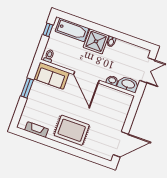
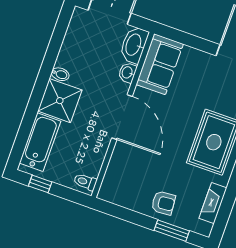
sofa: (52, 76) -> (160, 64), moved
door: (86, 77) -> (122, 117), hinge flipped
window: (27, 88) -> (172, 231), moved
armchair: (37, 101) -> (163, 203), added

